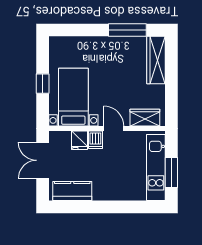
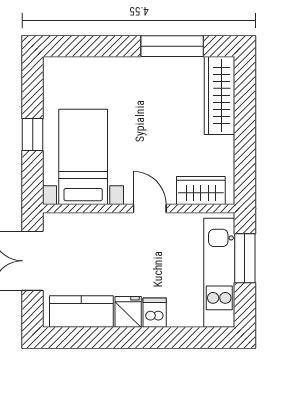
fridge: (79, 140) -> (128, 312), moved, turned 180
dishwasher: (95, 140) -> (155, 313), moved, turned 180
window: (171, 173) -> (245, 258), moved

